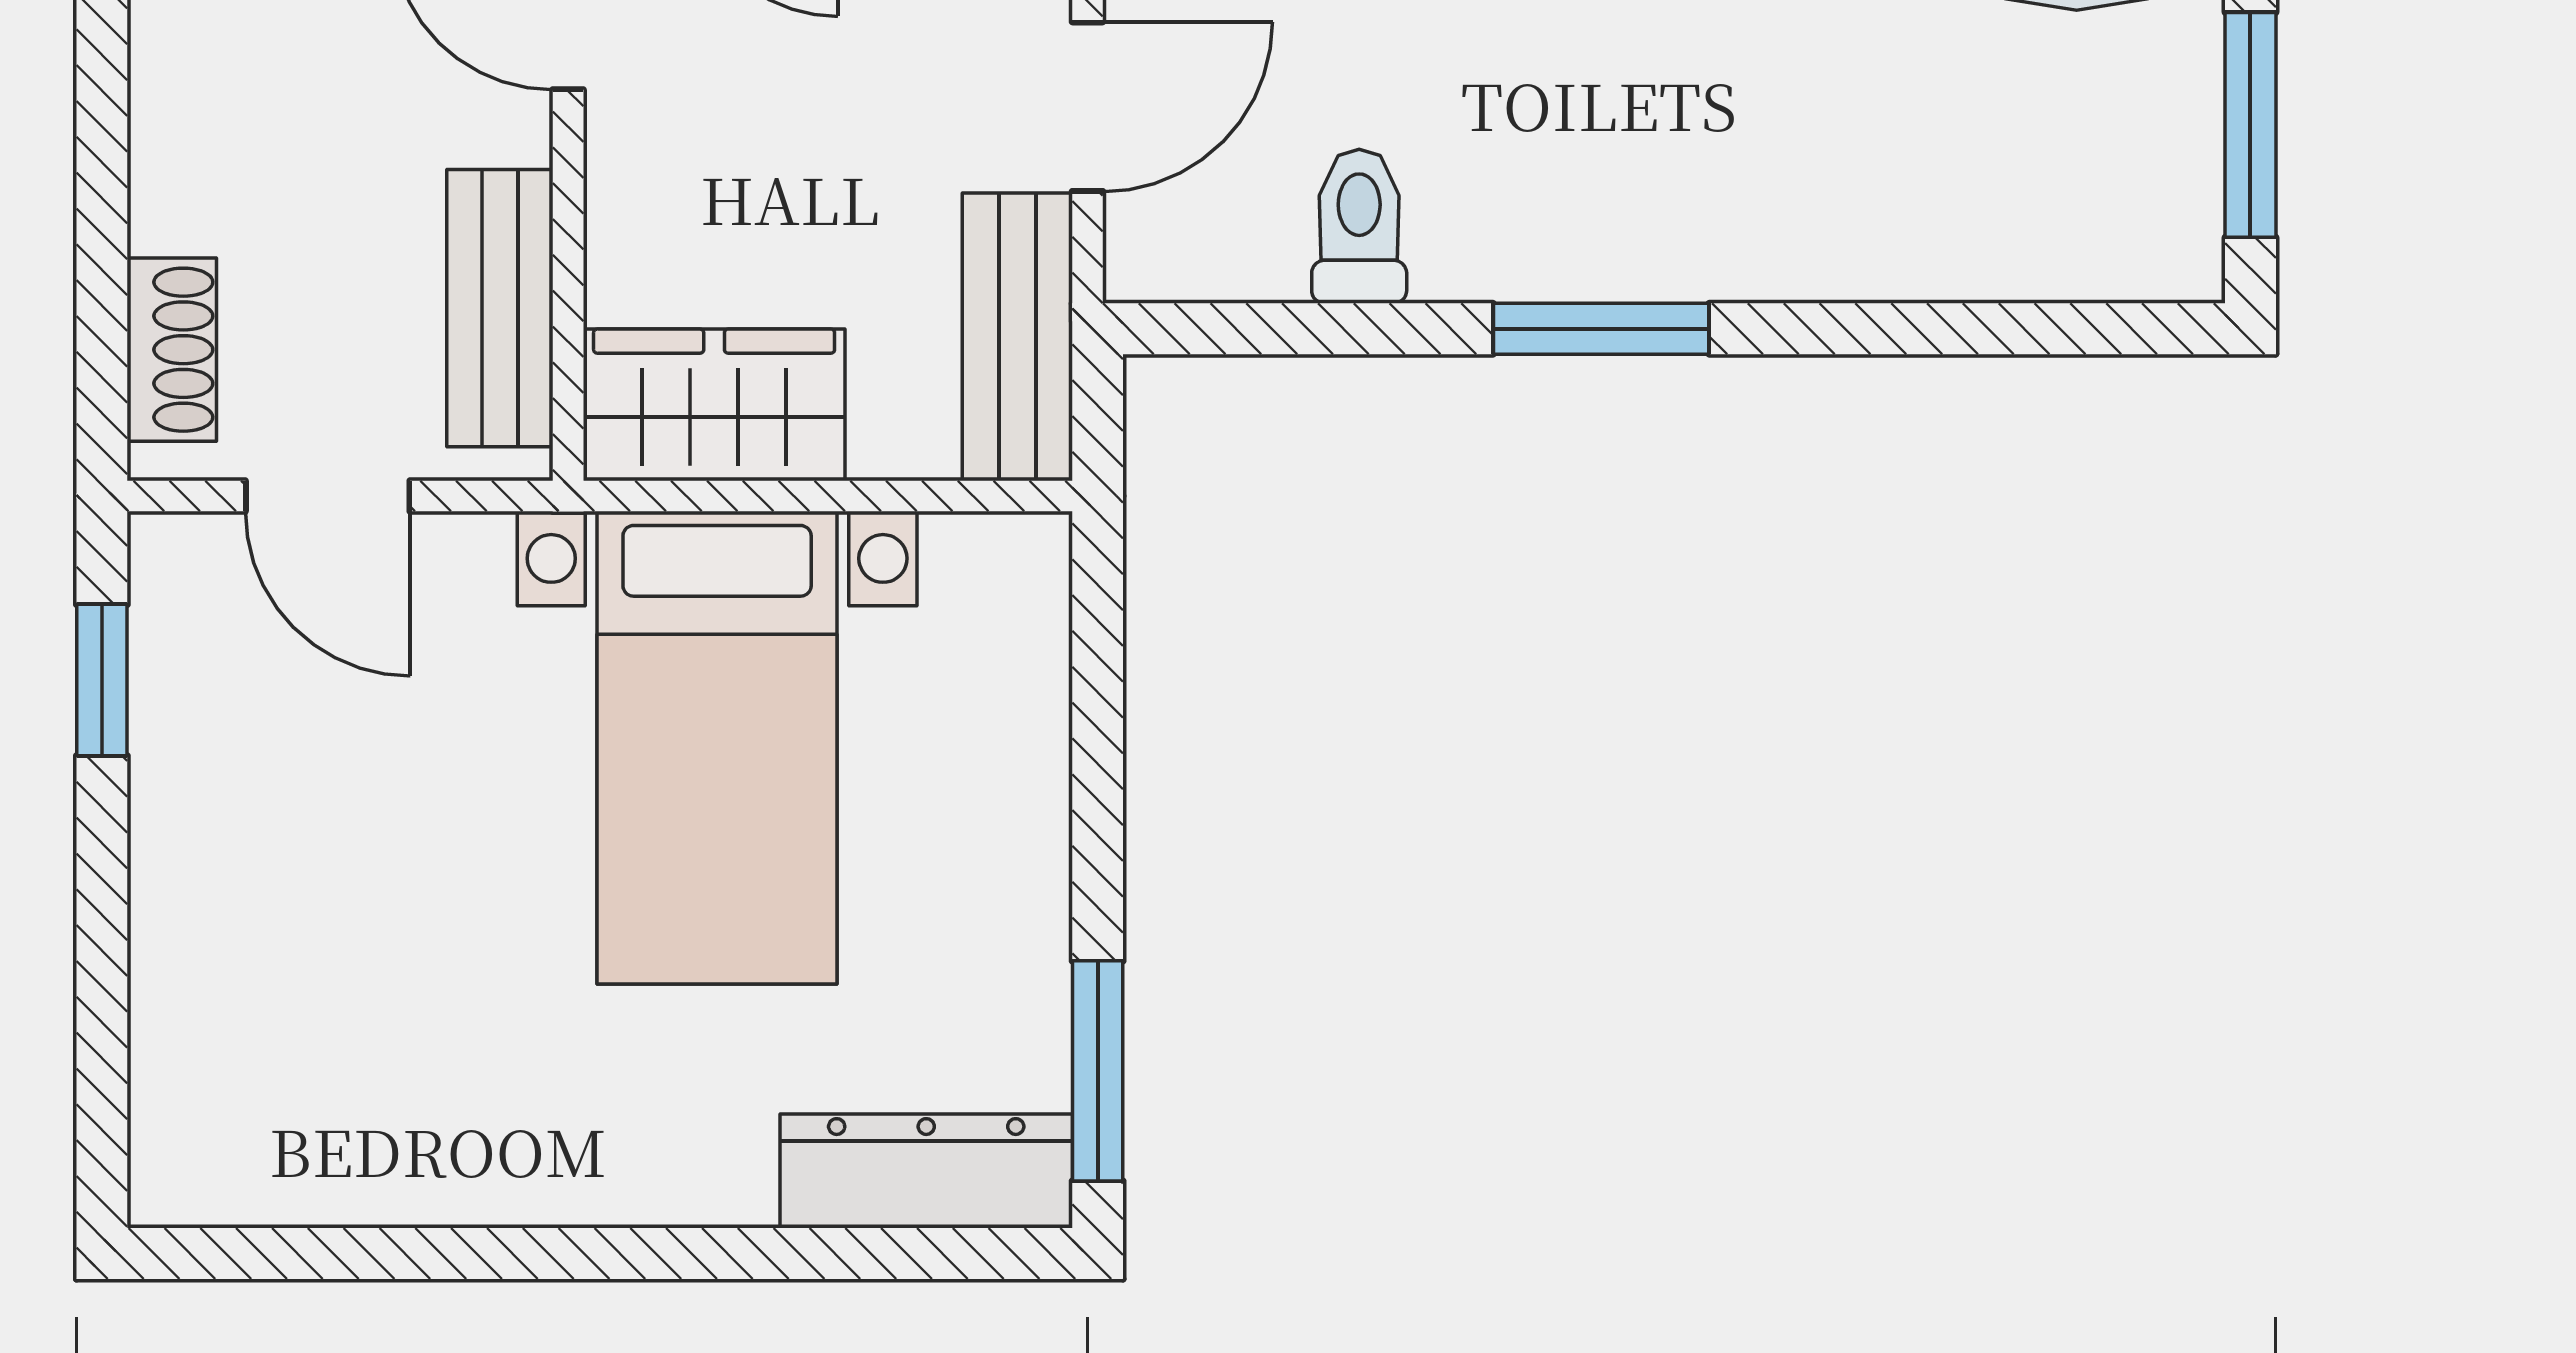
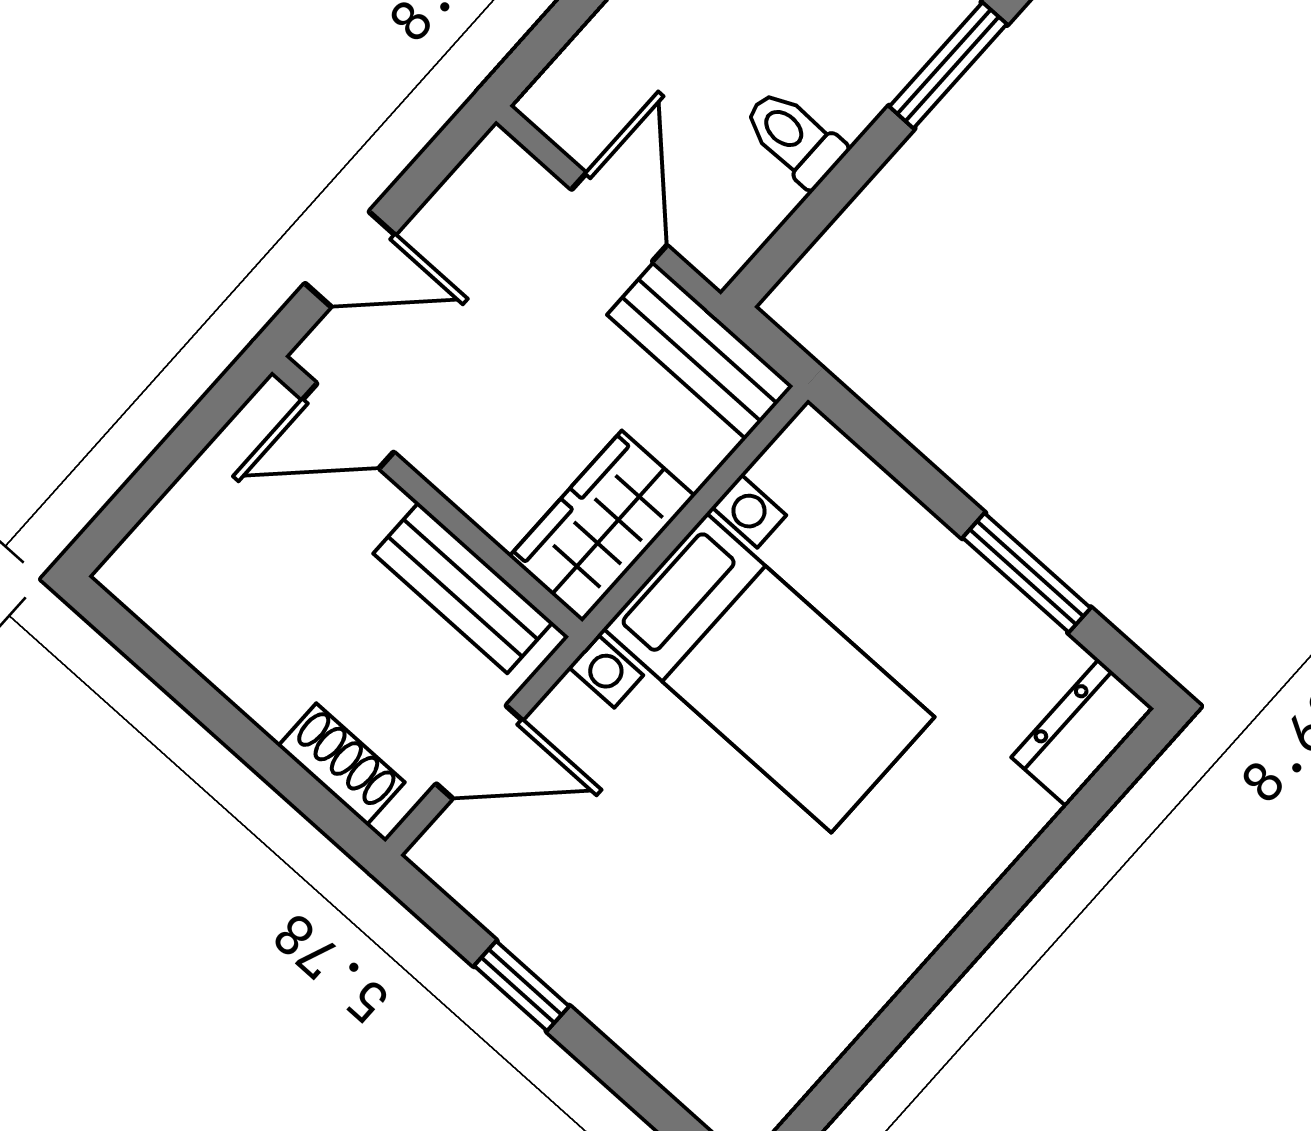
window: (102, 680) -> (522, 986), moved
window: (1098, 1071) -> (1027, 573), moved
dresser: (926, 1171) -> (1083, 733), width x0.70

